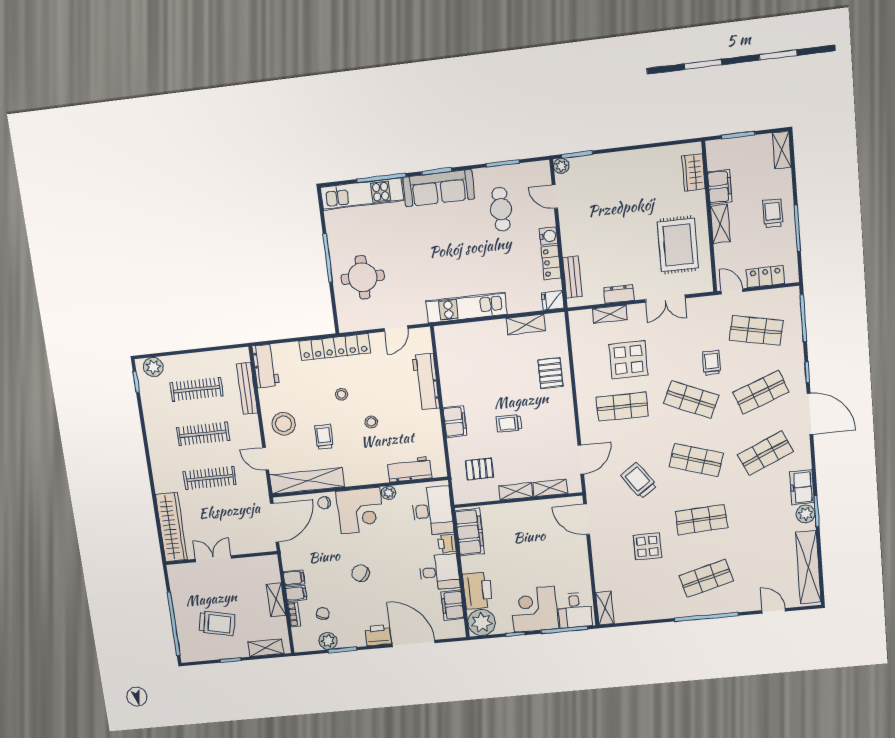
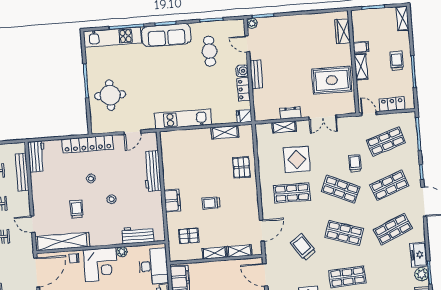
filing cabinet: (720, 187) -> (361, 47), width x0.50
rug: (678, 245) -> (332, 80), turned 90
bench: (572, 277) -> (256, 74), moved
shop shelf: (756, 330) -> (386, 141), turned -30
stool: (284, 424) -> (47, 199), removed

